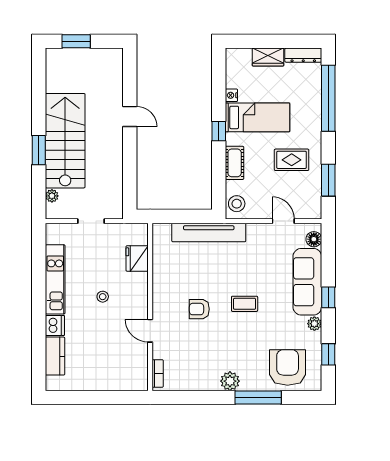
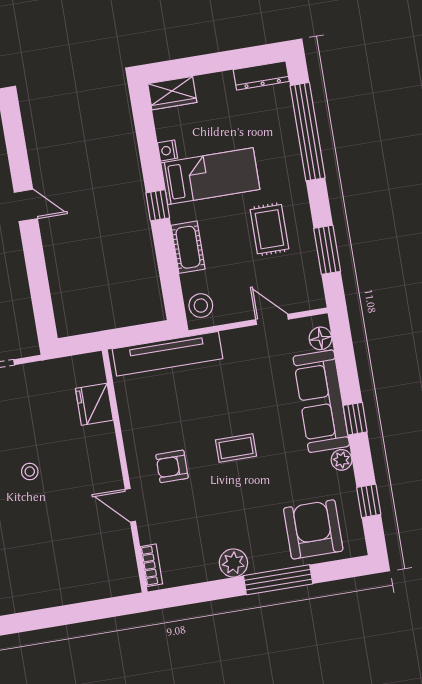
wardrobe: (268, 57) -> (172, 93), moved
rug: (292, 160) -> (269, 229), turned 90
fridge: (137, 258) -> (94, 404), moved
wall: (150, 307) -> (125, 471), moved
door: (150, 331) -> (130, 505), moved
bookcase: (158, 374) -> (151, 565), moved

